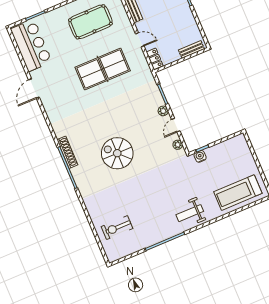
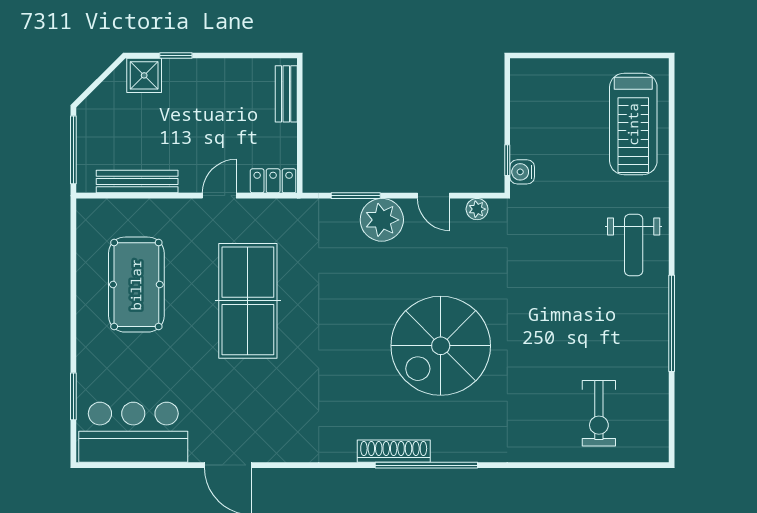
plant: (163, 111) -> (382, 220), width x1.88, depth x1.88
spiral stairs: (117, 153) -> (441, 346), width x1.37, depth x1.37

